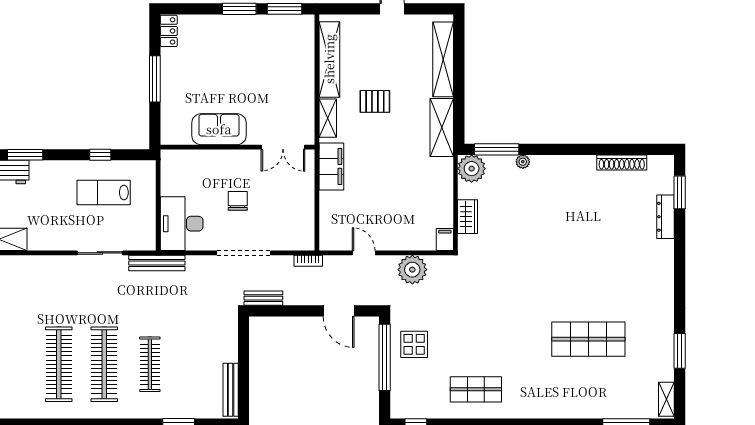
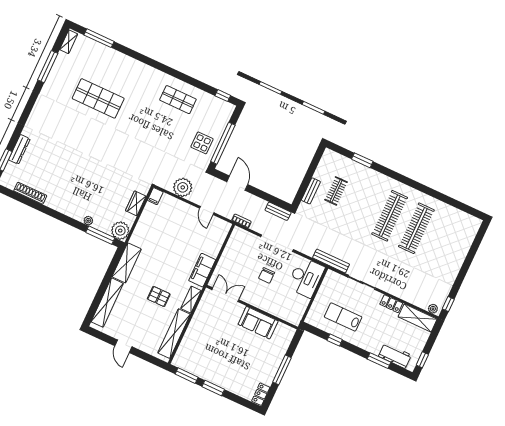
lab bench: (104, 193) -> (343, 317), turned 180
locker: (45, 242) -> (391, 304), added
window: (680, 351) -> (48, 67), width x1.44
clothes rail: (150, 364) -> (336, 191), moved, width x0.73
bench: (231, 390) -> (311, 191), moved, width x0.73

